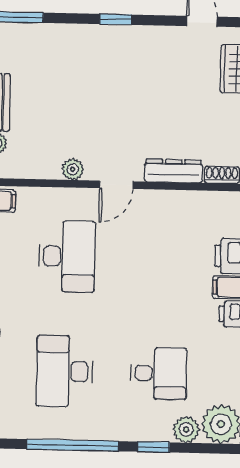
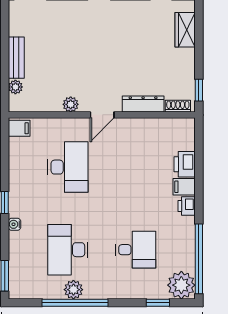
plant: (186, 430) -> (73, 290), moved
window: (153, 447) -> (158, 303), moved

